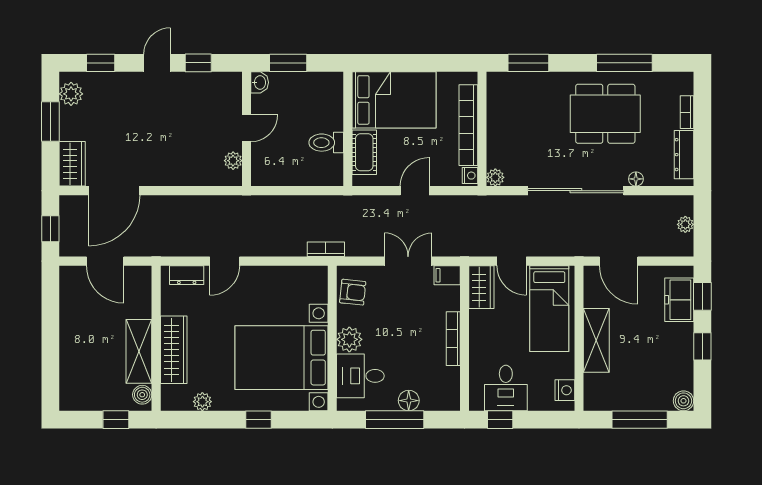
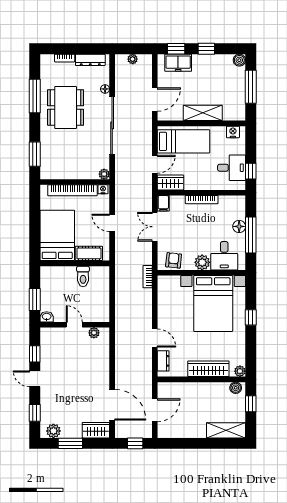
shelving: (139, 351) -> (226, 430), moved
plant: (202, 402) -> (240, 371), moved

